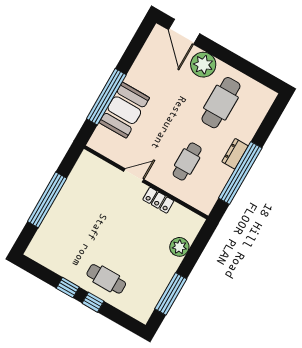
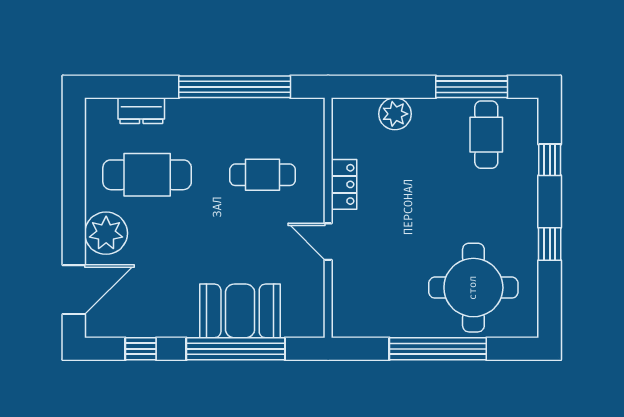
window: (134, 48) -> (141, 349), added
dresser: (235, 154) -> (141, 111), moved
round table: (68, 236) -> (473, 288), added
cafe table: (106, 279) -> (486, 135), moved
window: (93, 302) -> (550, 160), moved

